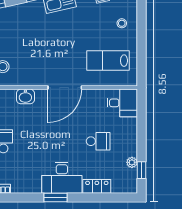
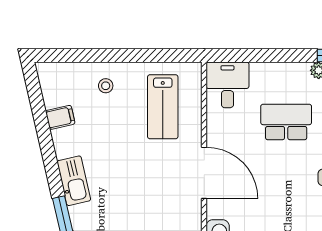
school desk: (98, 141) -> (286, 122), width x1.85

